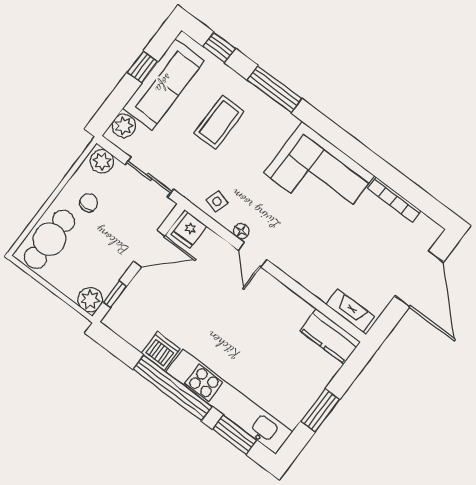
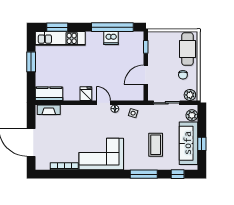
fridge: (189, 230) -> (86, 94), moved
plant: (90, 300) -> (154, 37), removed
window: (173, 388) -> (112, 27), moved
kitchen unit: (229, 402) -> (60, 38), width x0.73

